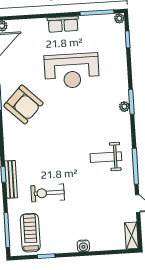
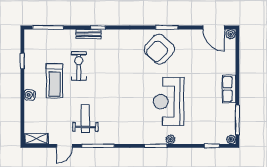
reception desk: (72, 71) -> (169, 102), moved
plant: (124, 107) -> (170, 139), moved
weight bench: (106, 157) -> (85, 119), moved
bench: (11, 179) -> (88, 34), width x0.73
treadmill: (30, 233) -> (55, 81), moved, turned 90

